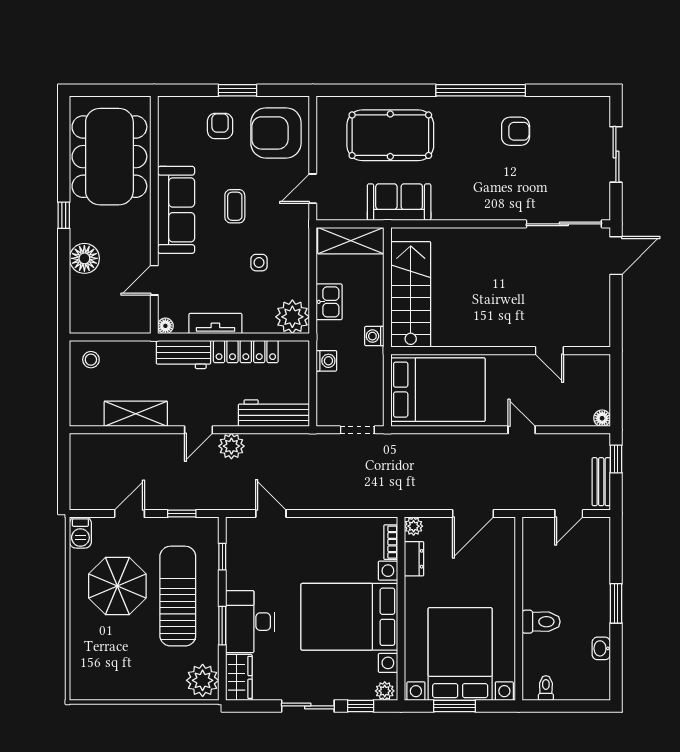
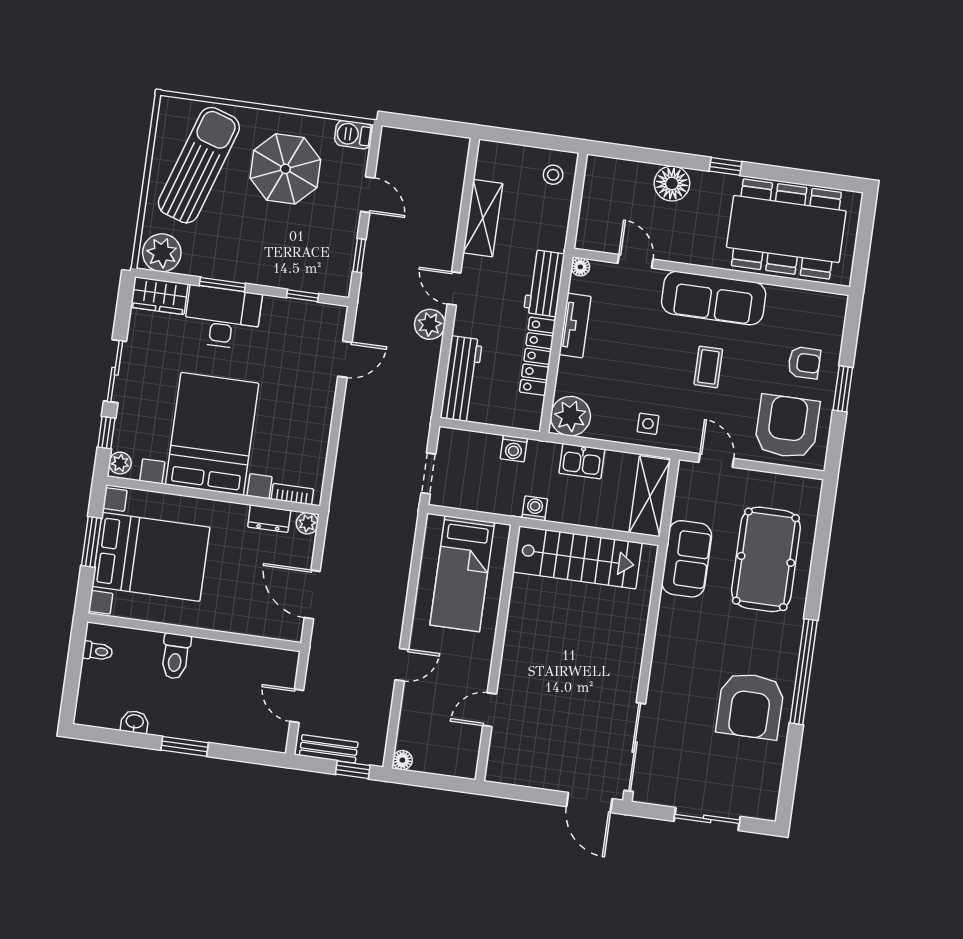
armchair: (516, 131) -> (750, 706), width x1.88, depth x1.88
coffee table: (235, 206) -> (708, 367), turned 90
side table: (259, 263) -> (648, 424), moved
bed: (438, 390) -> (462, 574), width x0.67
sun lounger: (178, 596) -> (199, 165), moved, turned -72

